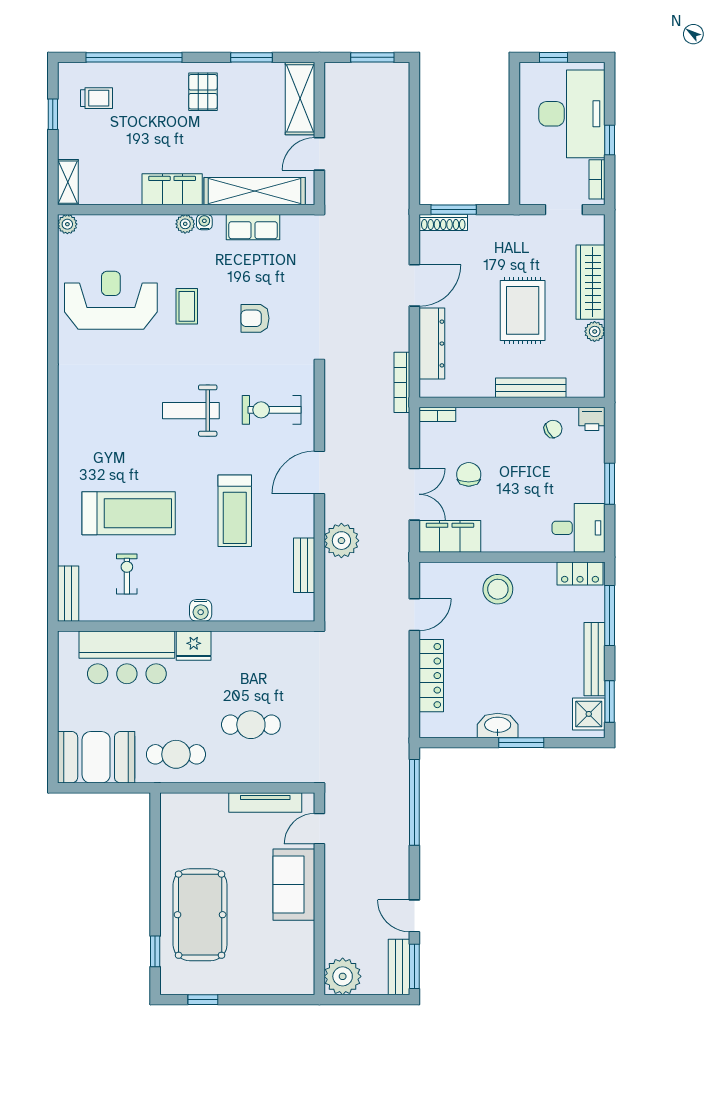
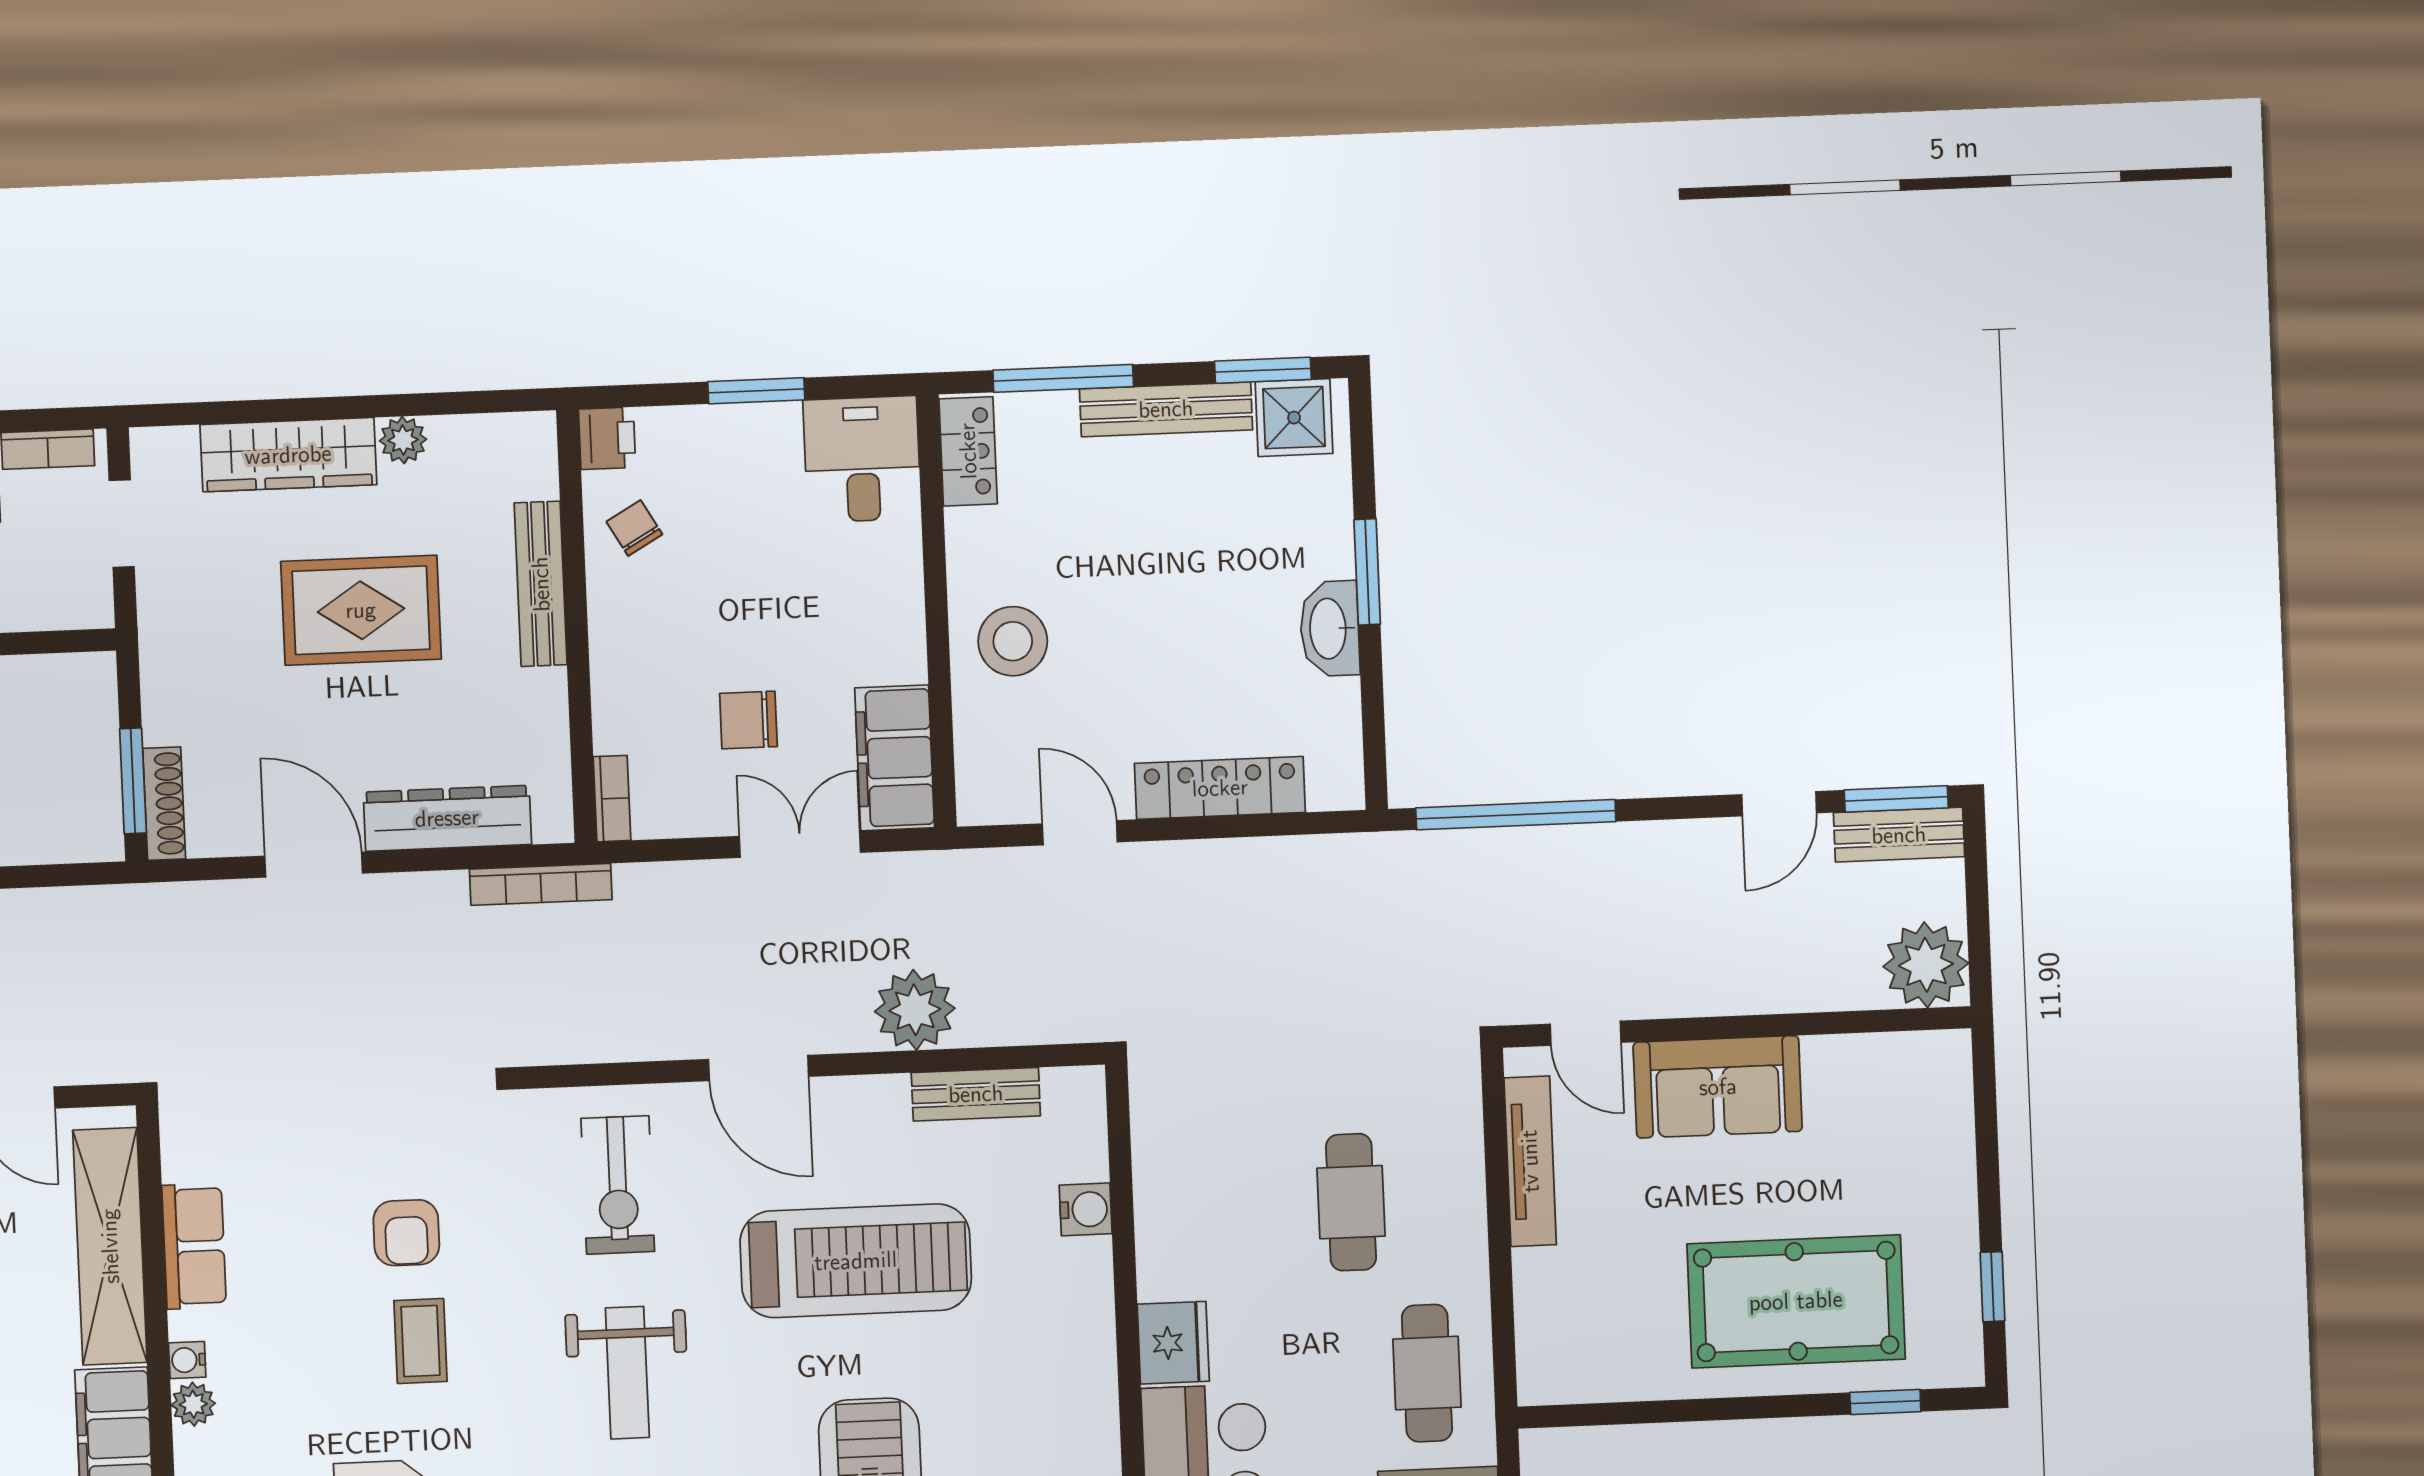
coffee table: (187, 306) -> (420, 1341), moved, turned 90
treadmill: (235, 511) -> (856, 1261), width x1.37, depth x1.38
water cooler: (201, 610) -> (1086, 1209), moved

